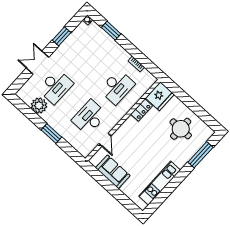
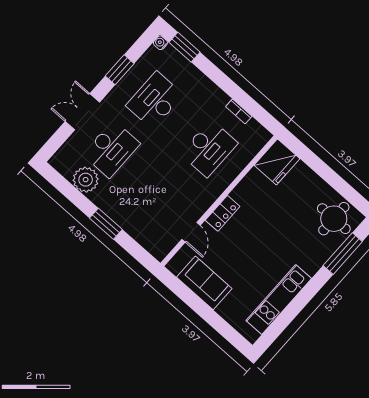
window: (111, 31) -> (184, 47), moved
locker: (142, 110) -> (223, 213), moved
desk: (89, 117) -> (155, 100), moved
round table: (181, 129) -> (334, 219), moved

